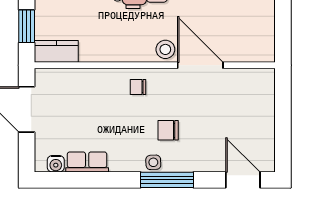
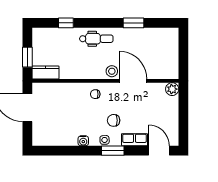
plant: (264, 79) -> (172, 89), added
row of seats: (87, 162) -> (134, 140), moved
water cooler: (56, 164) -> (83, 141), moved
window: (167, 180) -> (113, 151), width x0.69

